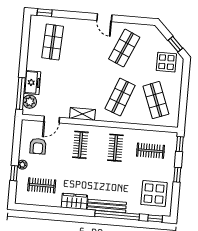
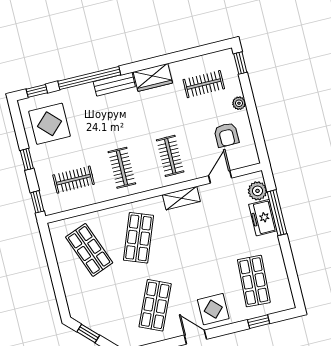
window: (45, 13) -> (259, 322), moved
display table: (166, 62) -> (213, 309), moved
window: (21, 93) -> (277, 213), moved
armchair: (38, 146) -> (226, 135), turned 180
window: (14, 173) -> (240, 63), moved
bench: (107, 206) -> (114, 84), width x0.73

